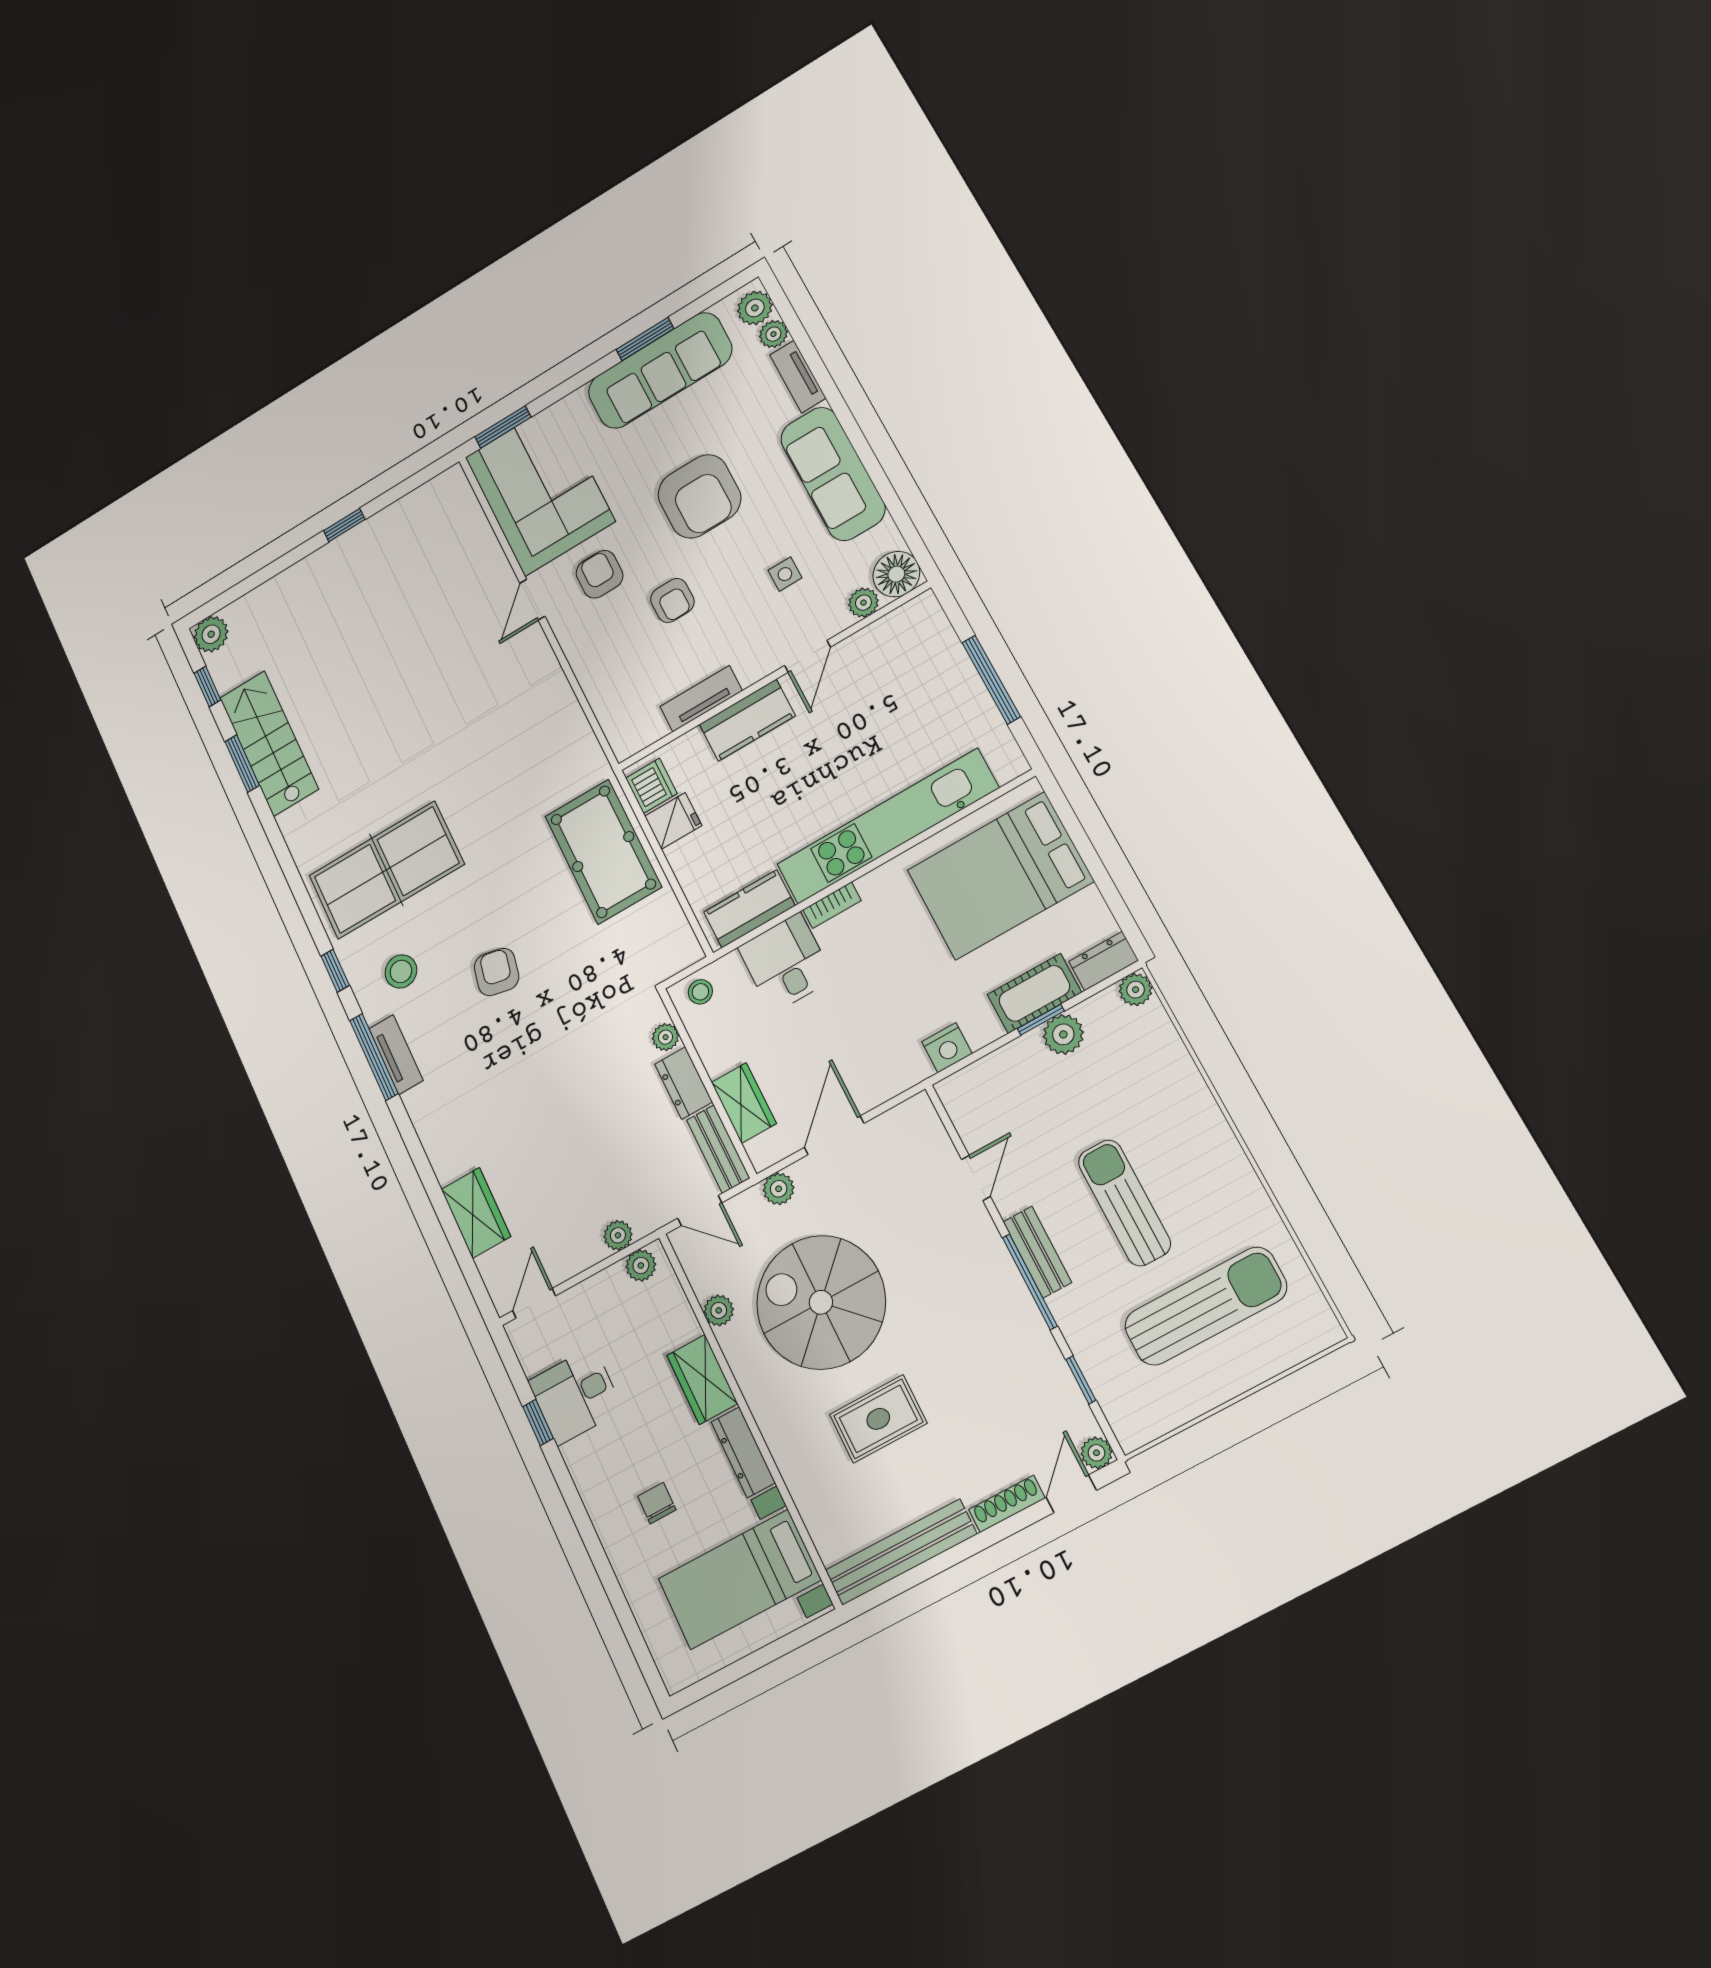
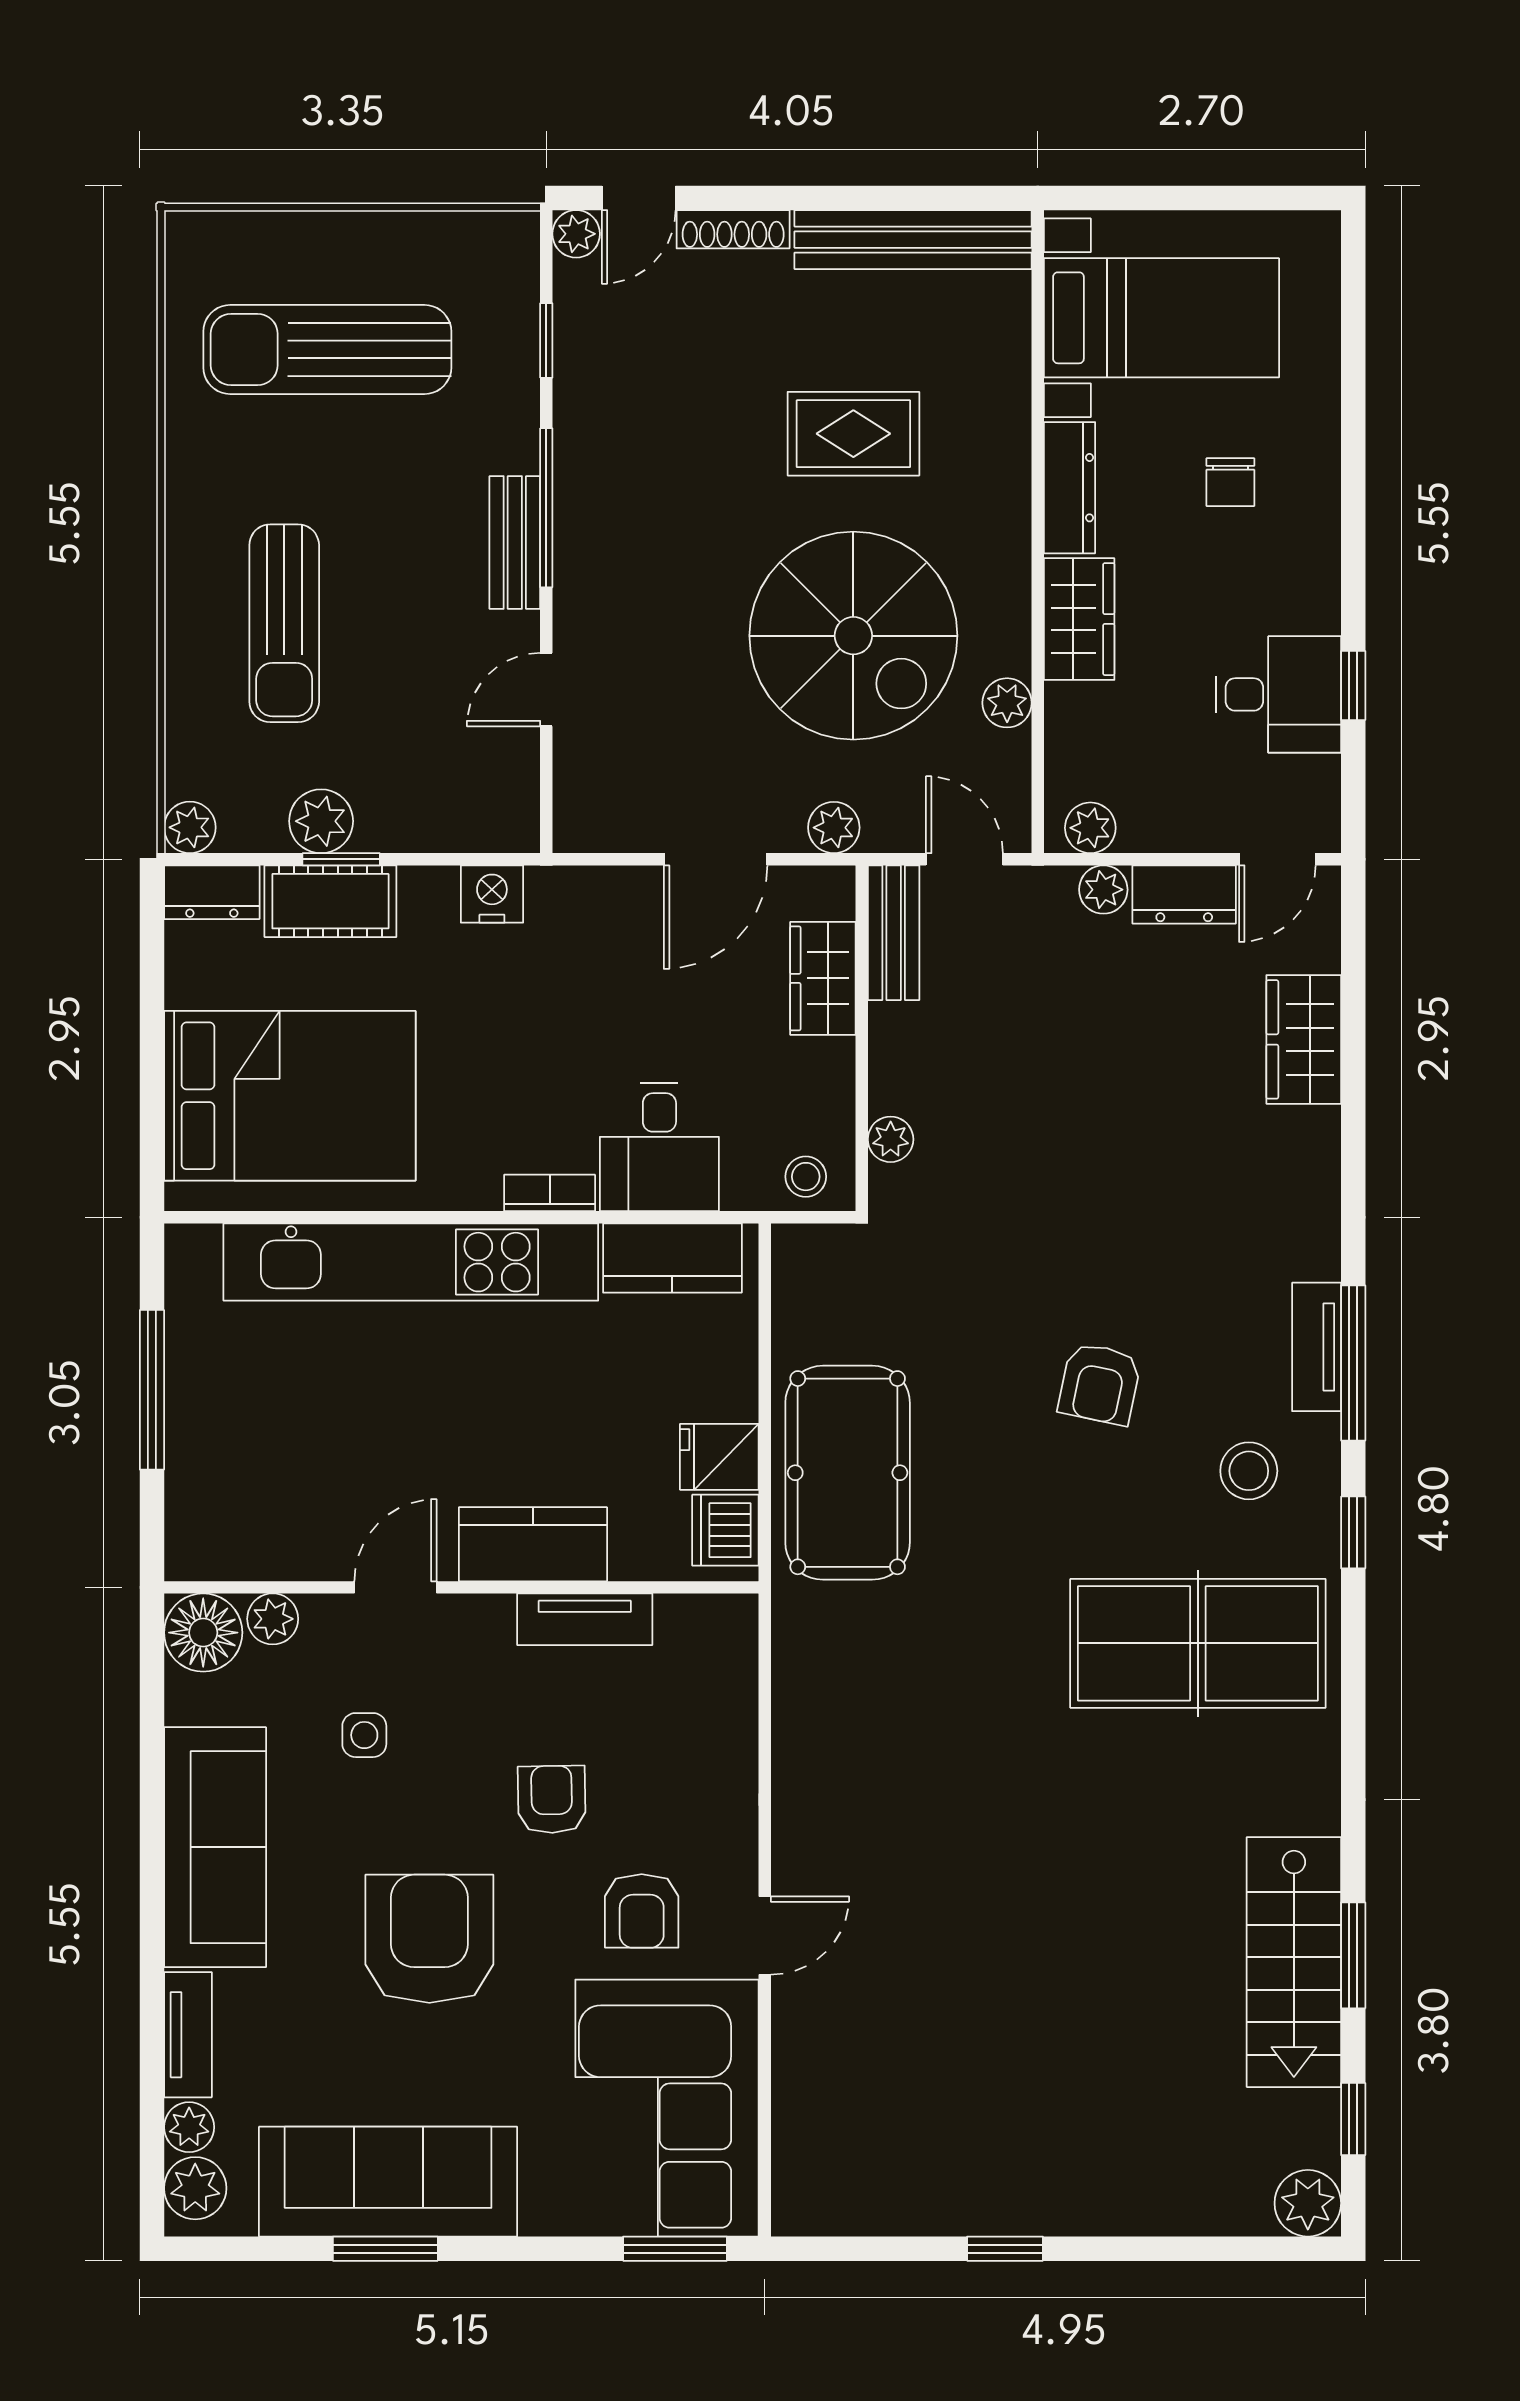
dresser: (684, 1083) -> (1184, 894), moved, turned 90
sun lounger: (1124, 1203) -> (284, 623), moved

